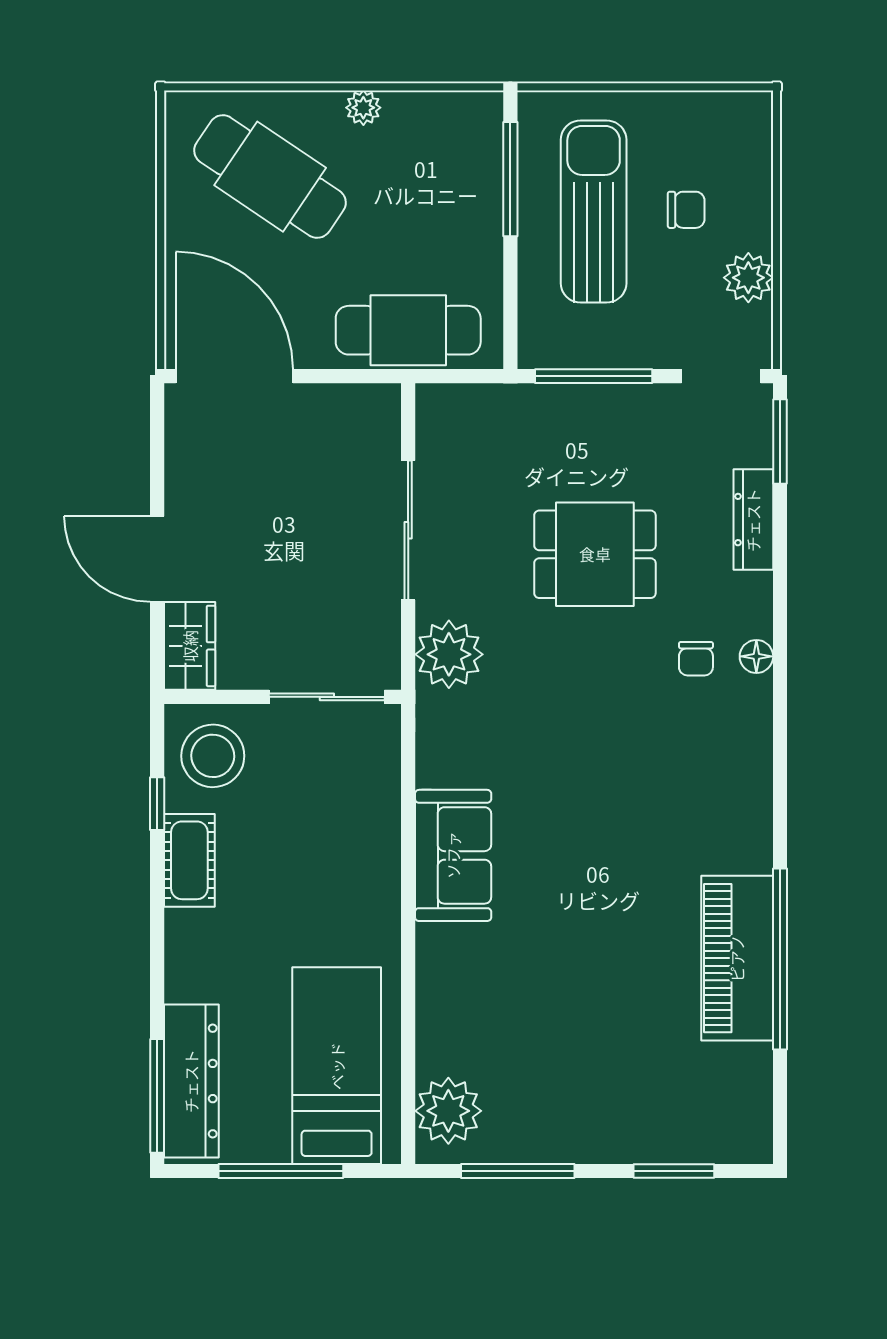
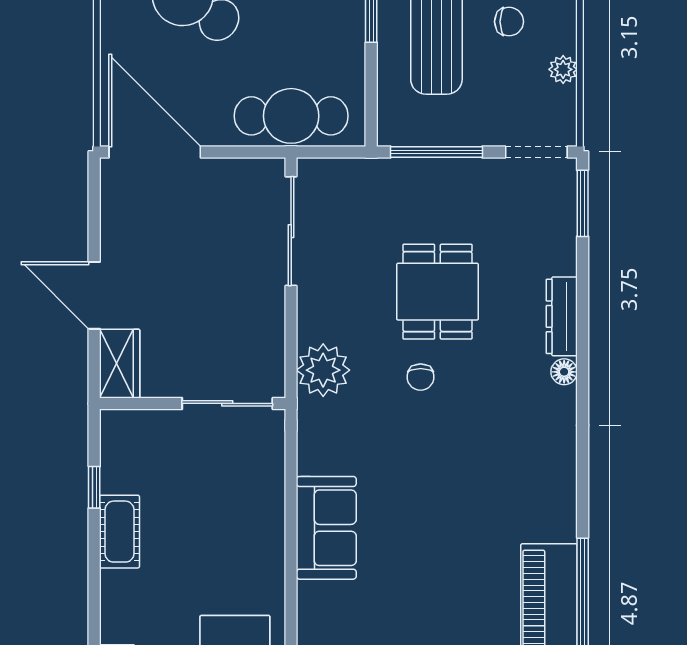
plant: (748, 278) -> (563, 69), width x0.73, depth x0.73
dresser: (753, 520) -> (562, 316), moved
sliding door: (408, 530) -> (291, 231), moved
dining table: (595, 554) -> (437, 292), turned 90
chair: (696, 659) -> (421, 377), moved
stool: (213, 756) -> (138, 450), removed

